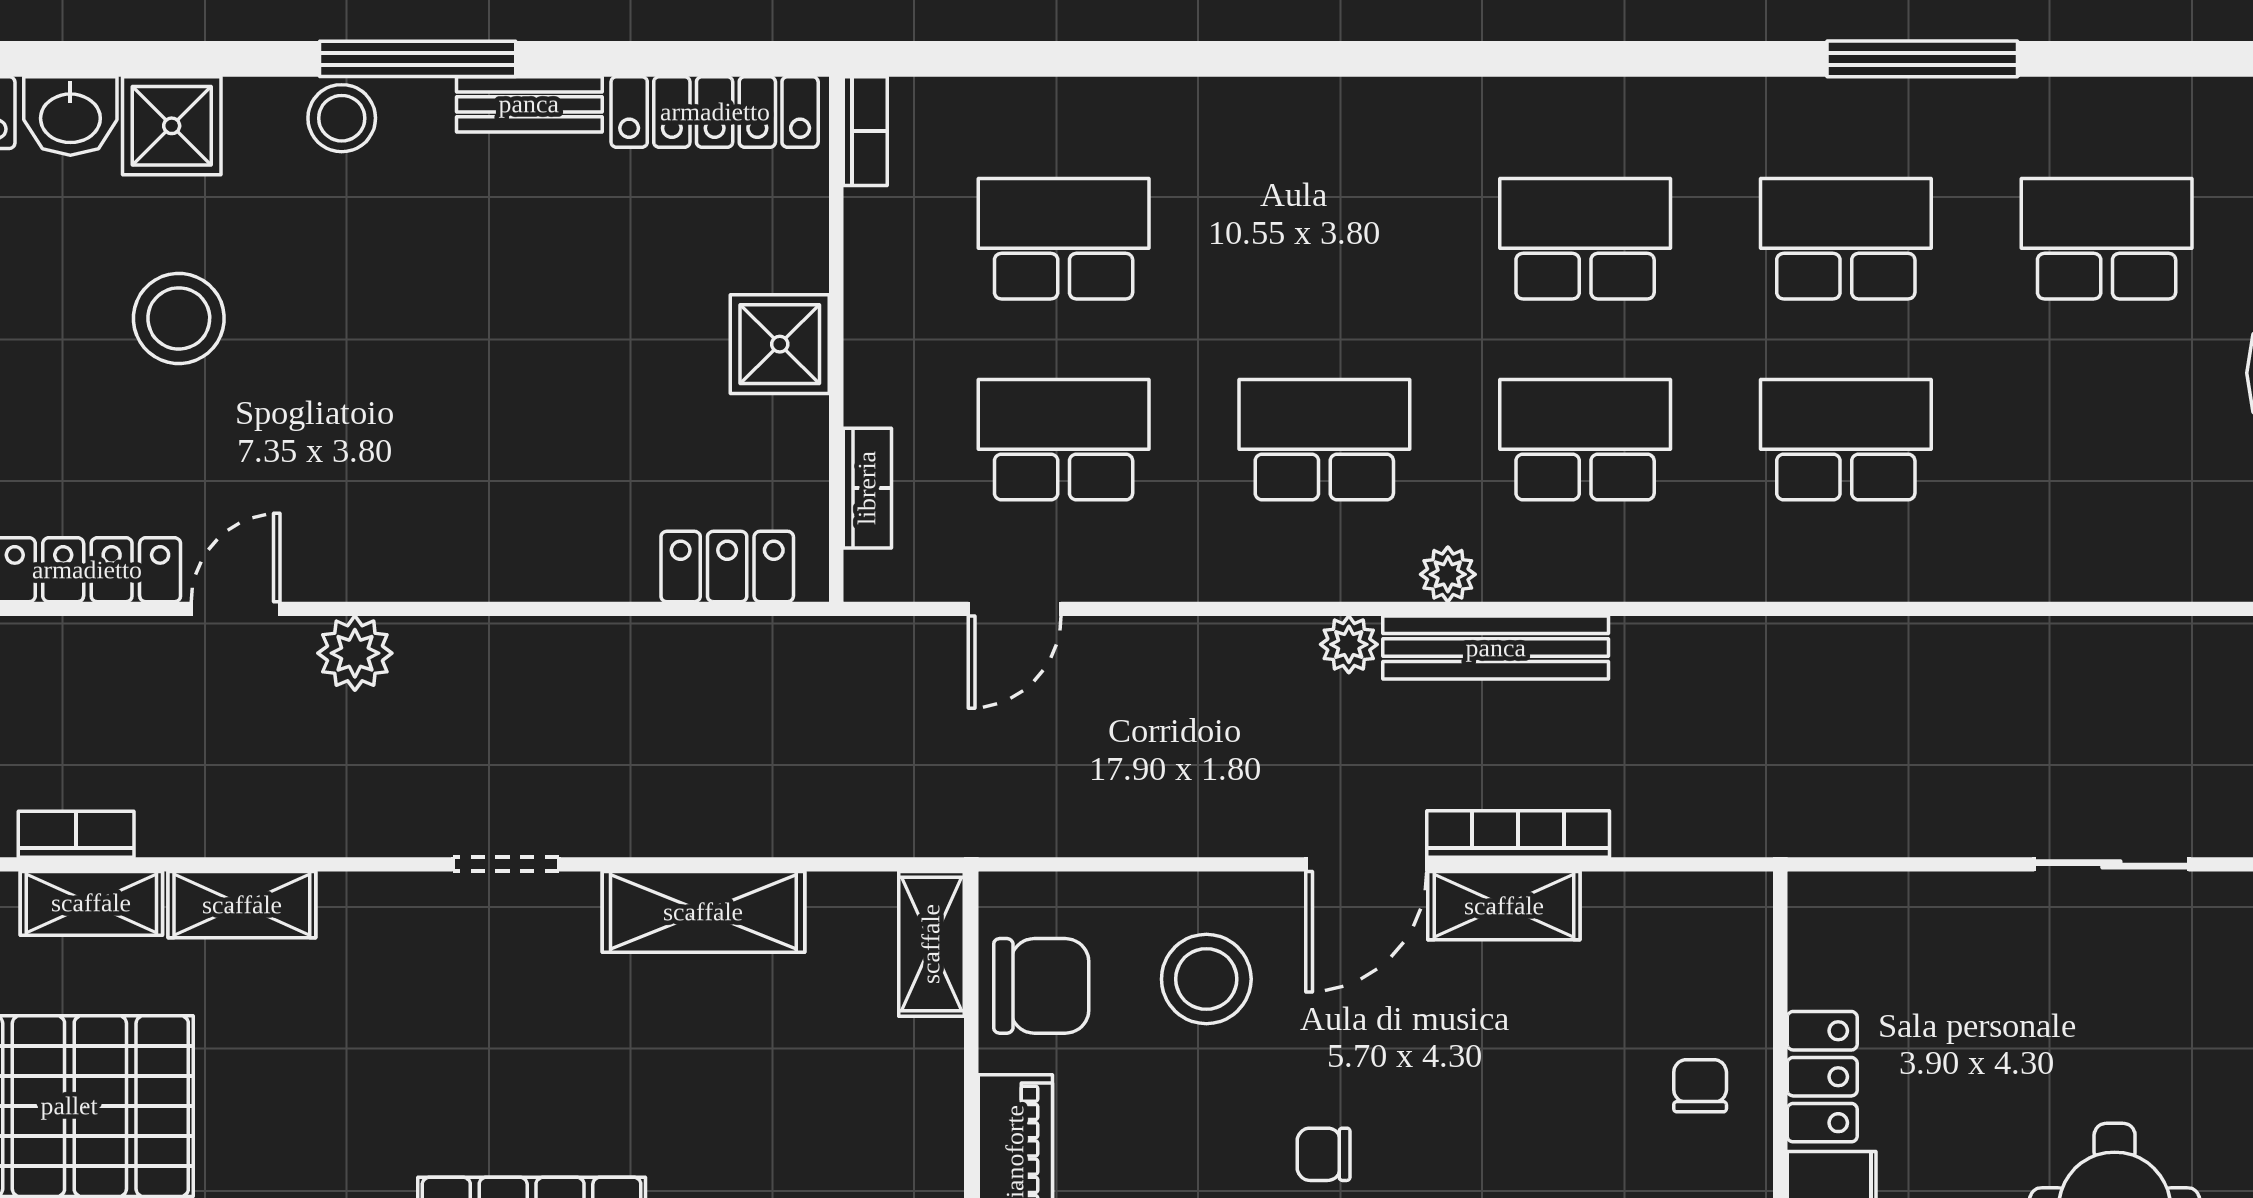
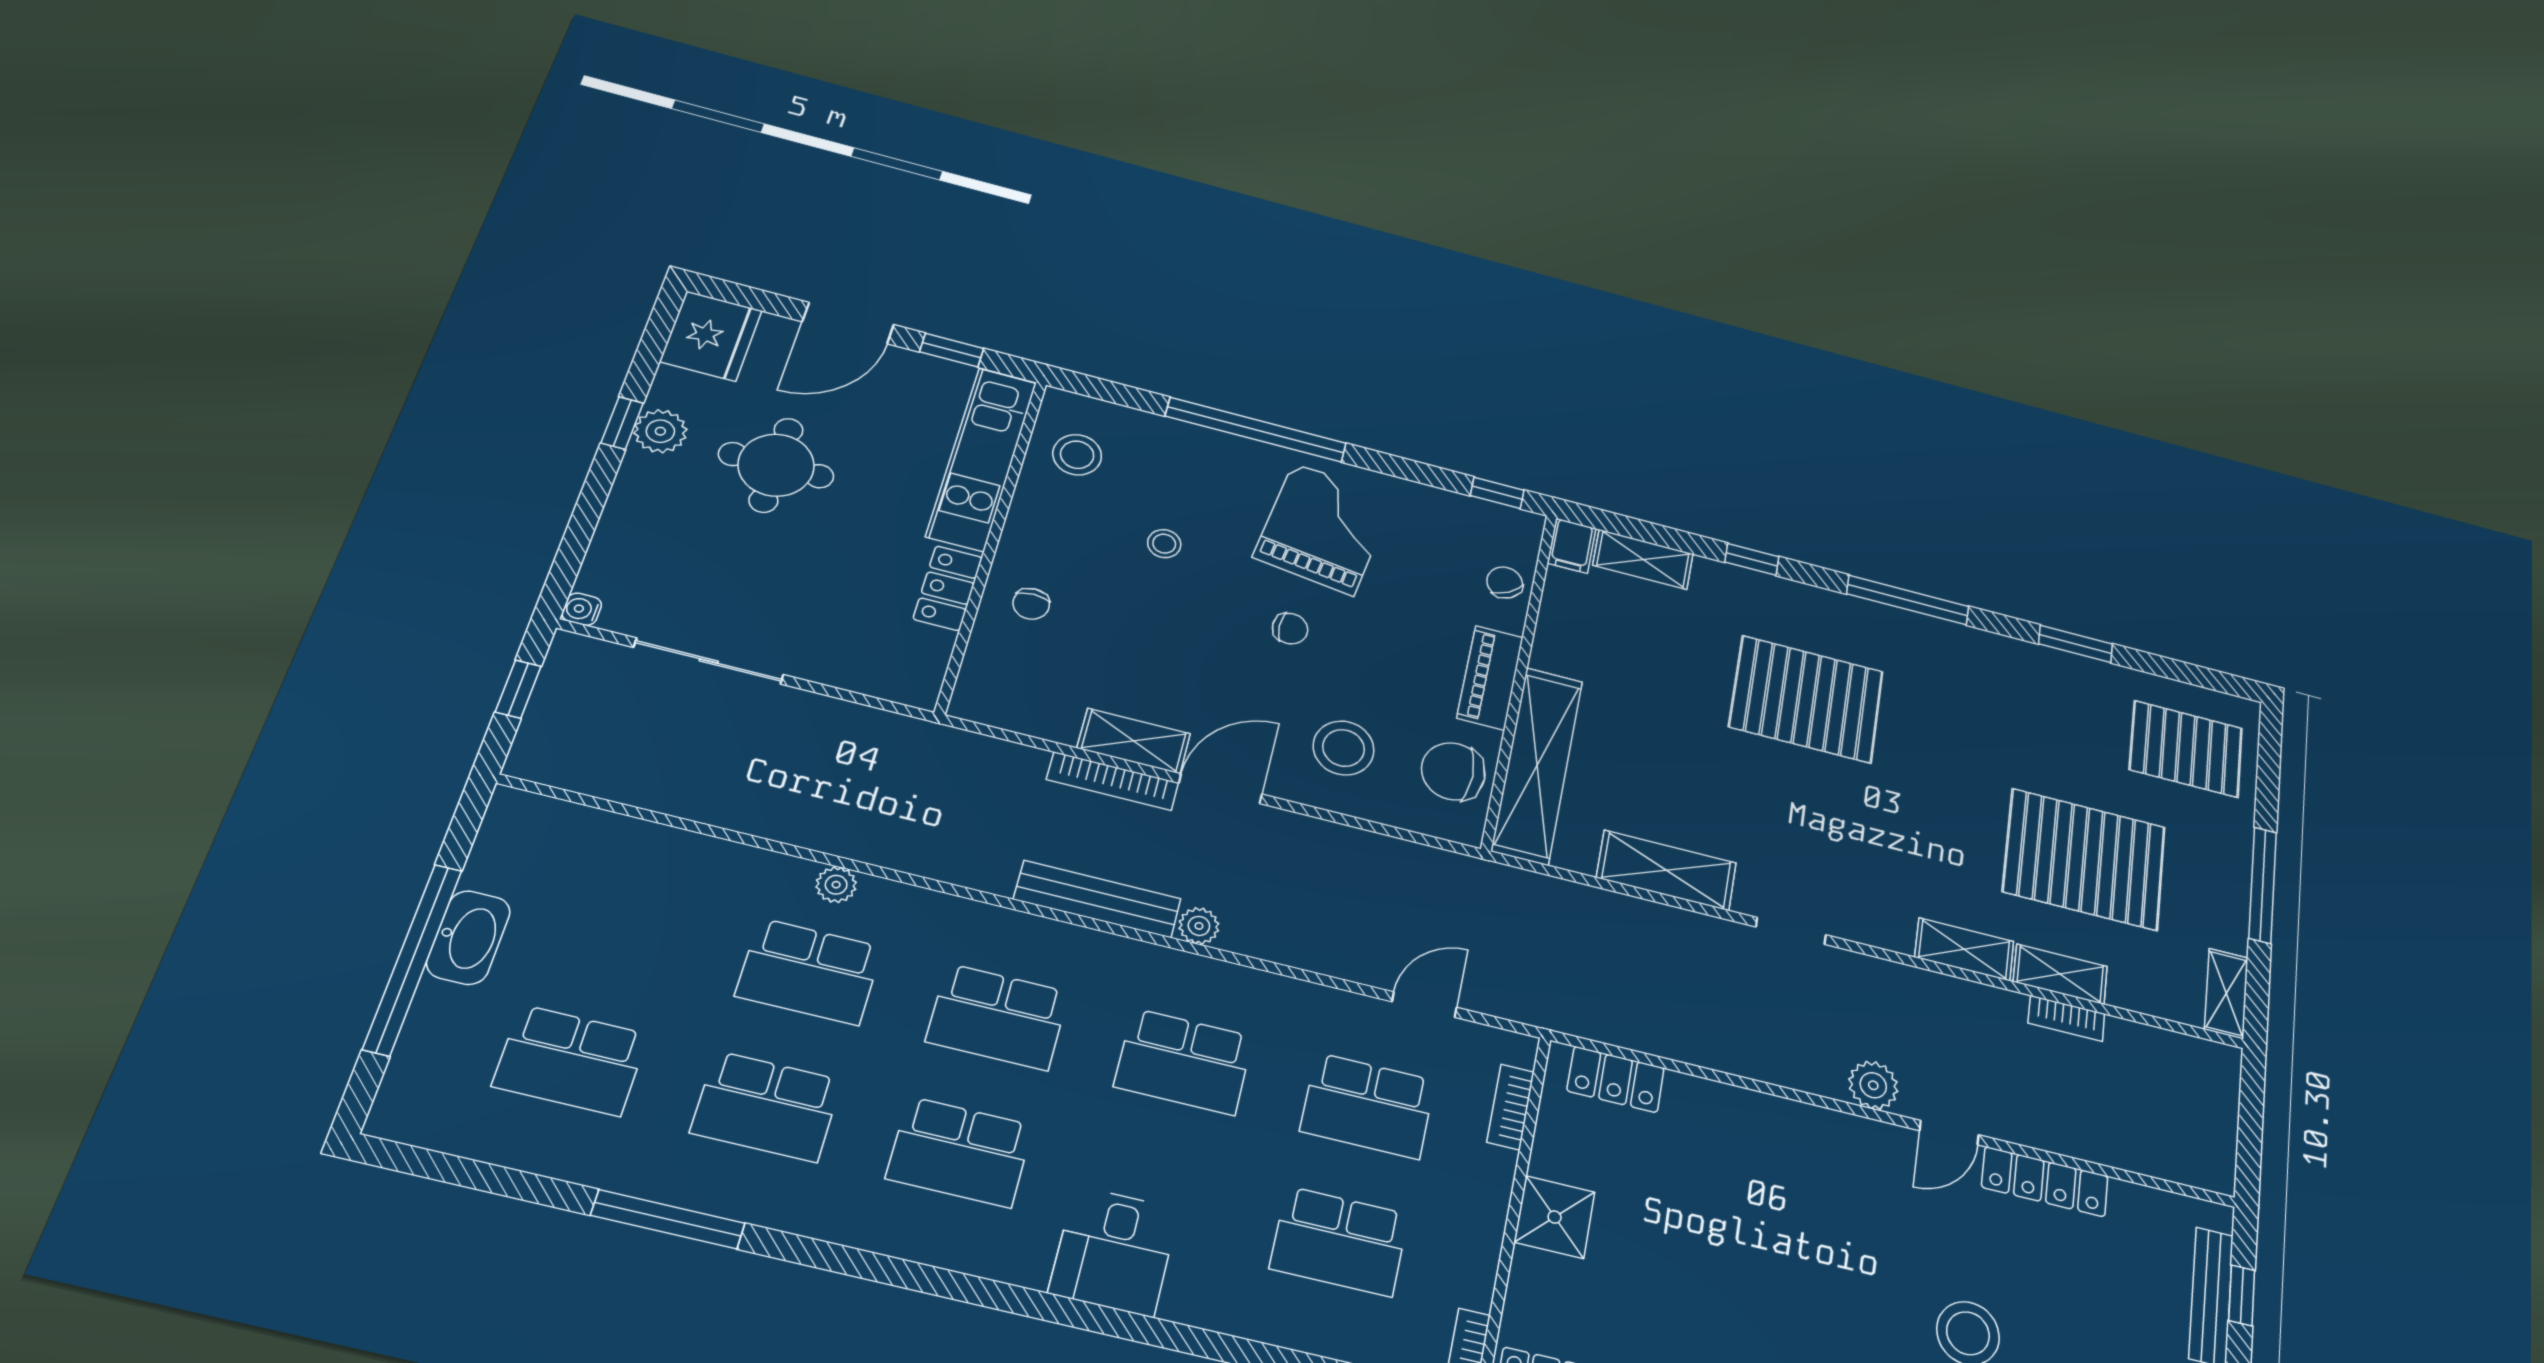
desk: (1354, 154) -> (1114, 1251), added
plant: (1448, 574) -> (836, 885), moved
sliding door: (2111, 864) -> (709, 661), width x1.37
shelving: (931, 944) -> (1537, 765), width x2.20, depth x1.33

